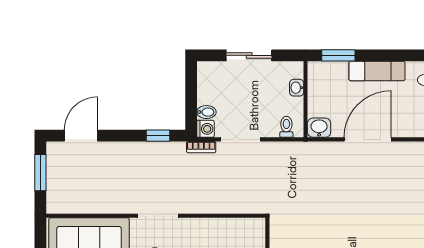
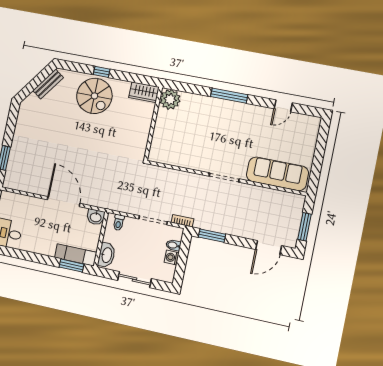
exam couch: (377, 71) -> (75, 255), moved
washbasin: (297, 88) -> (106, 255), width x1.91, depth x1.45
washing machine: (205, 129) -> (172, 258), moved
window: (158, 136) -> (212, 236), width x1.50
door: (368, 139) -> (64, 202), swing flipped

